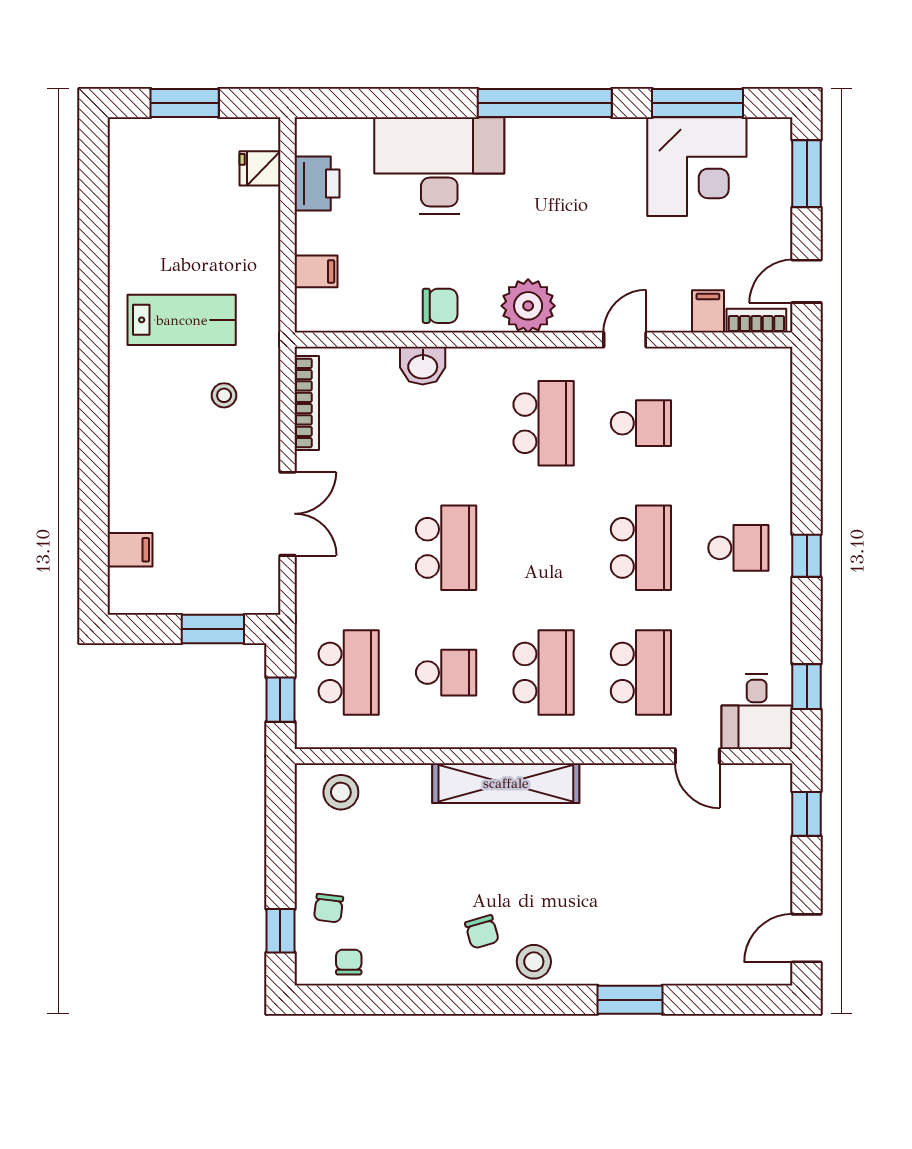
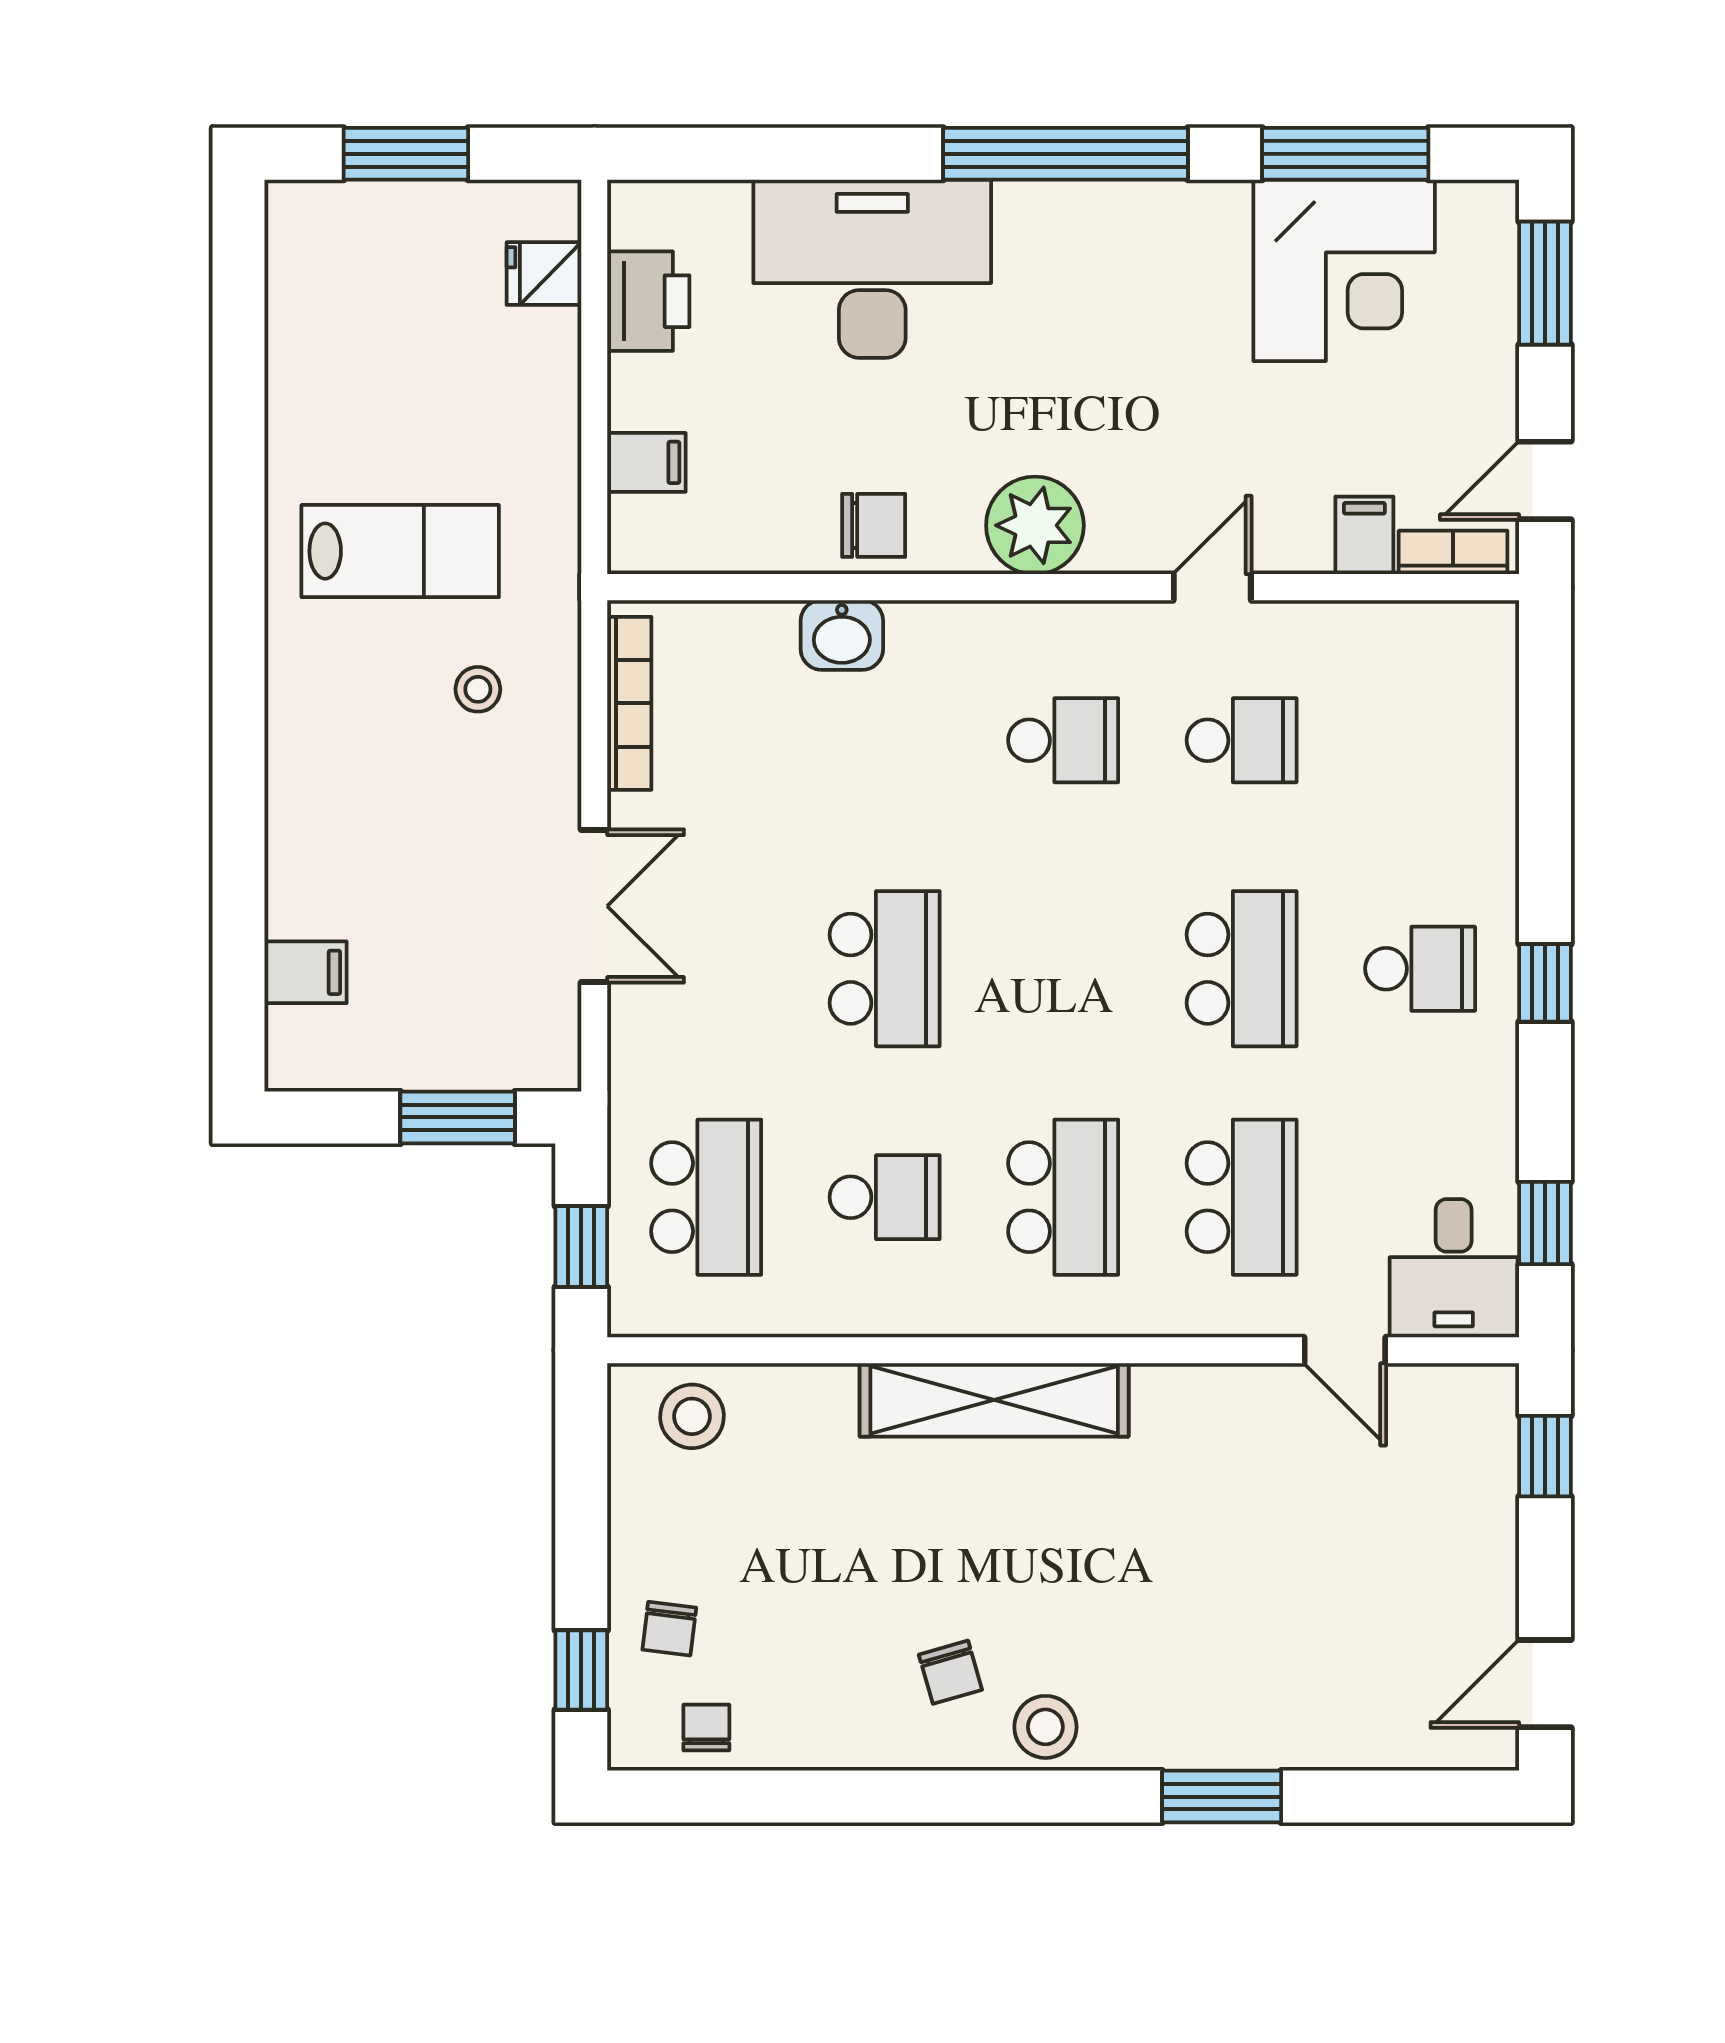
school desk: (544, 423) -> (1063, 740), width x0.54

